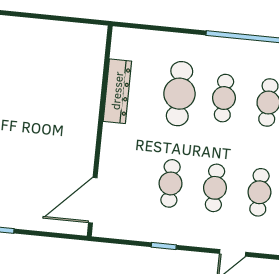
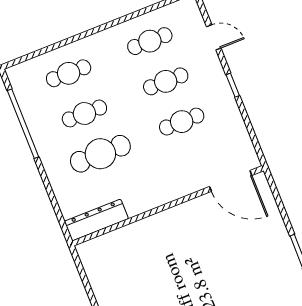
dresser: (117, 91) -> (96, 220), moved
window: (164, 246) -> (233, 85), moved

